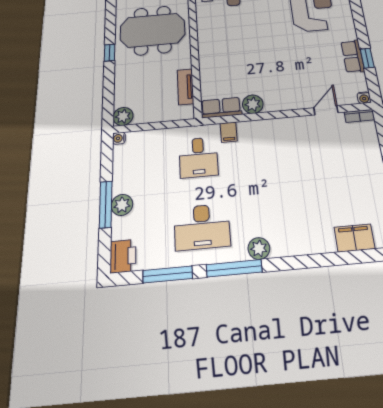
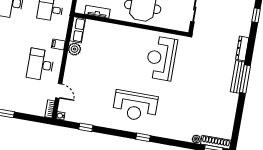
row of seats: (353, 56) -> (90, 119), removed
filing cabinet: (229, 132) -> (58, 44), moved
desk: (293, 149) -> (41, 65), added

